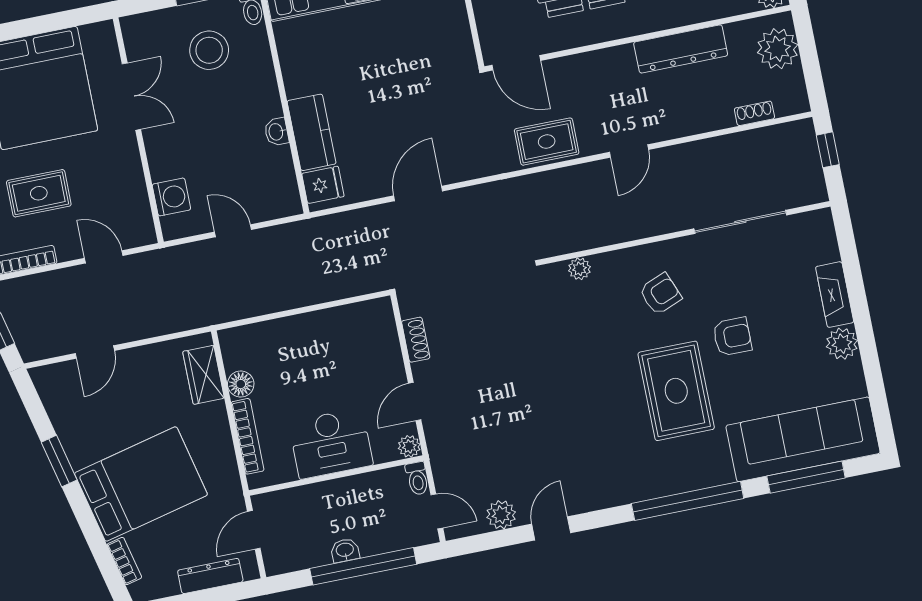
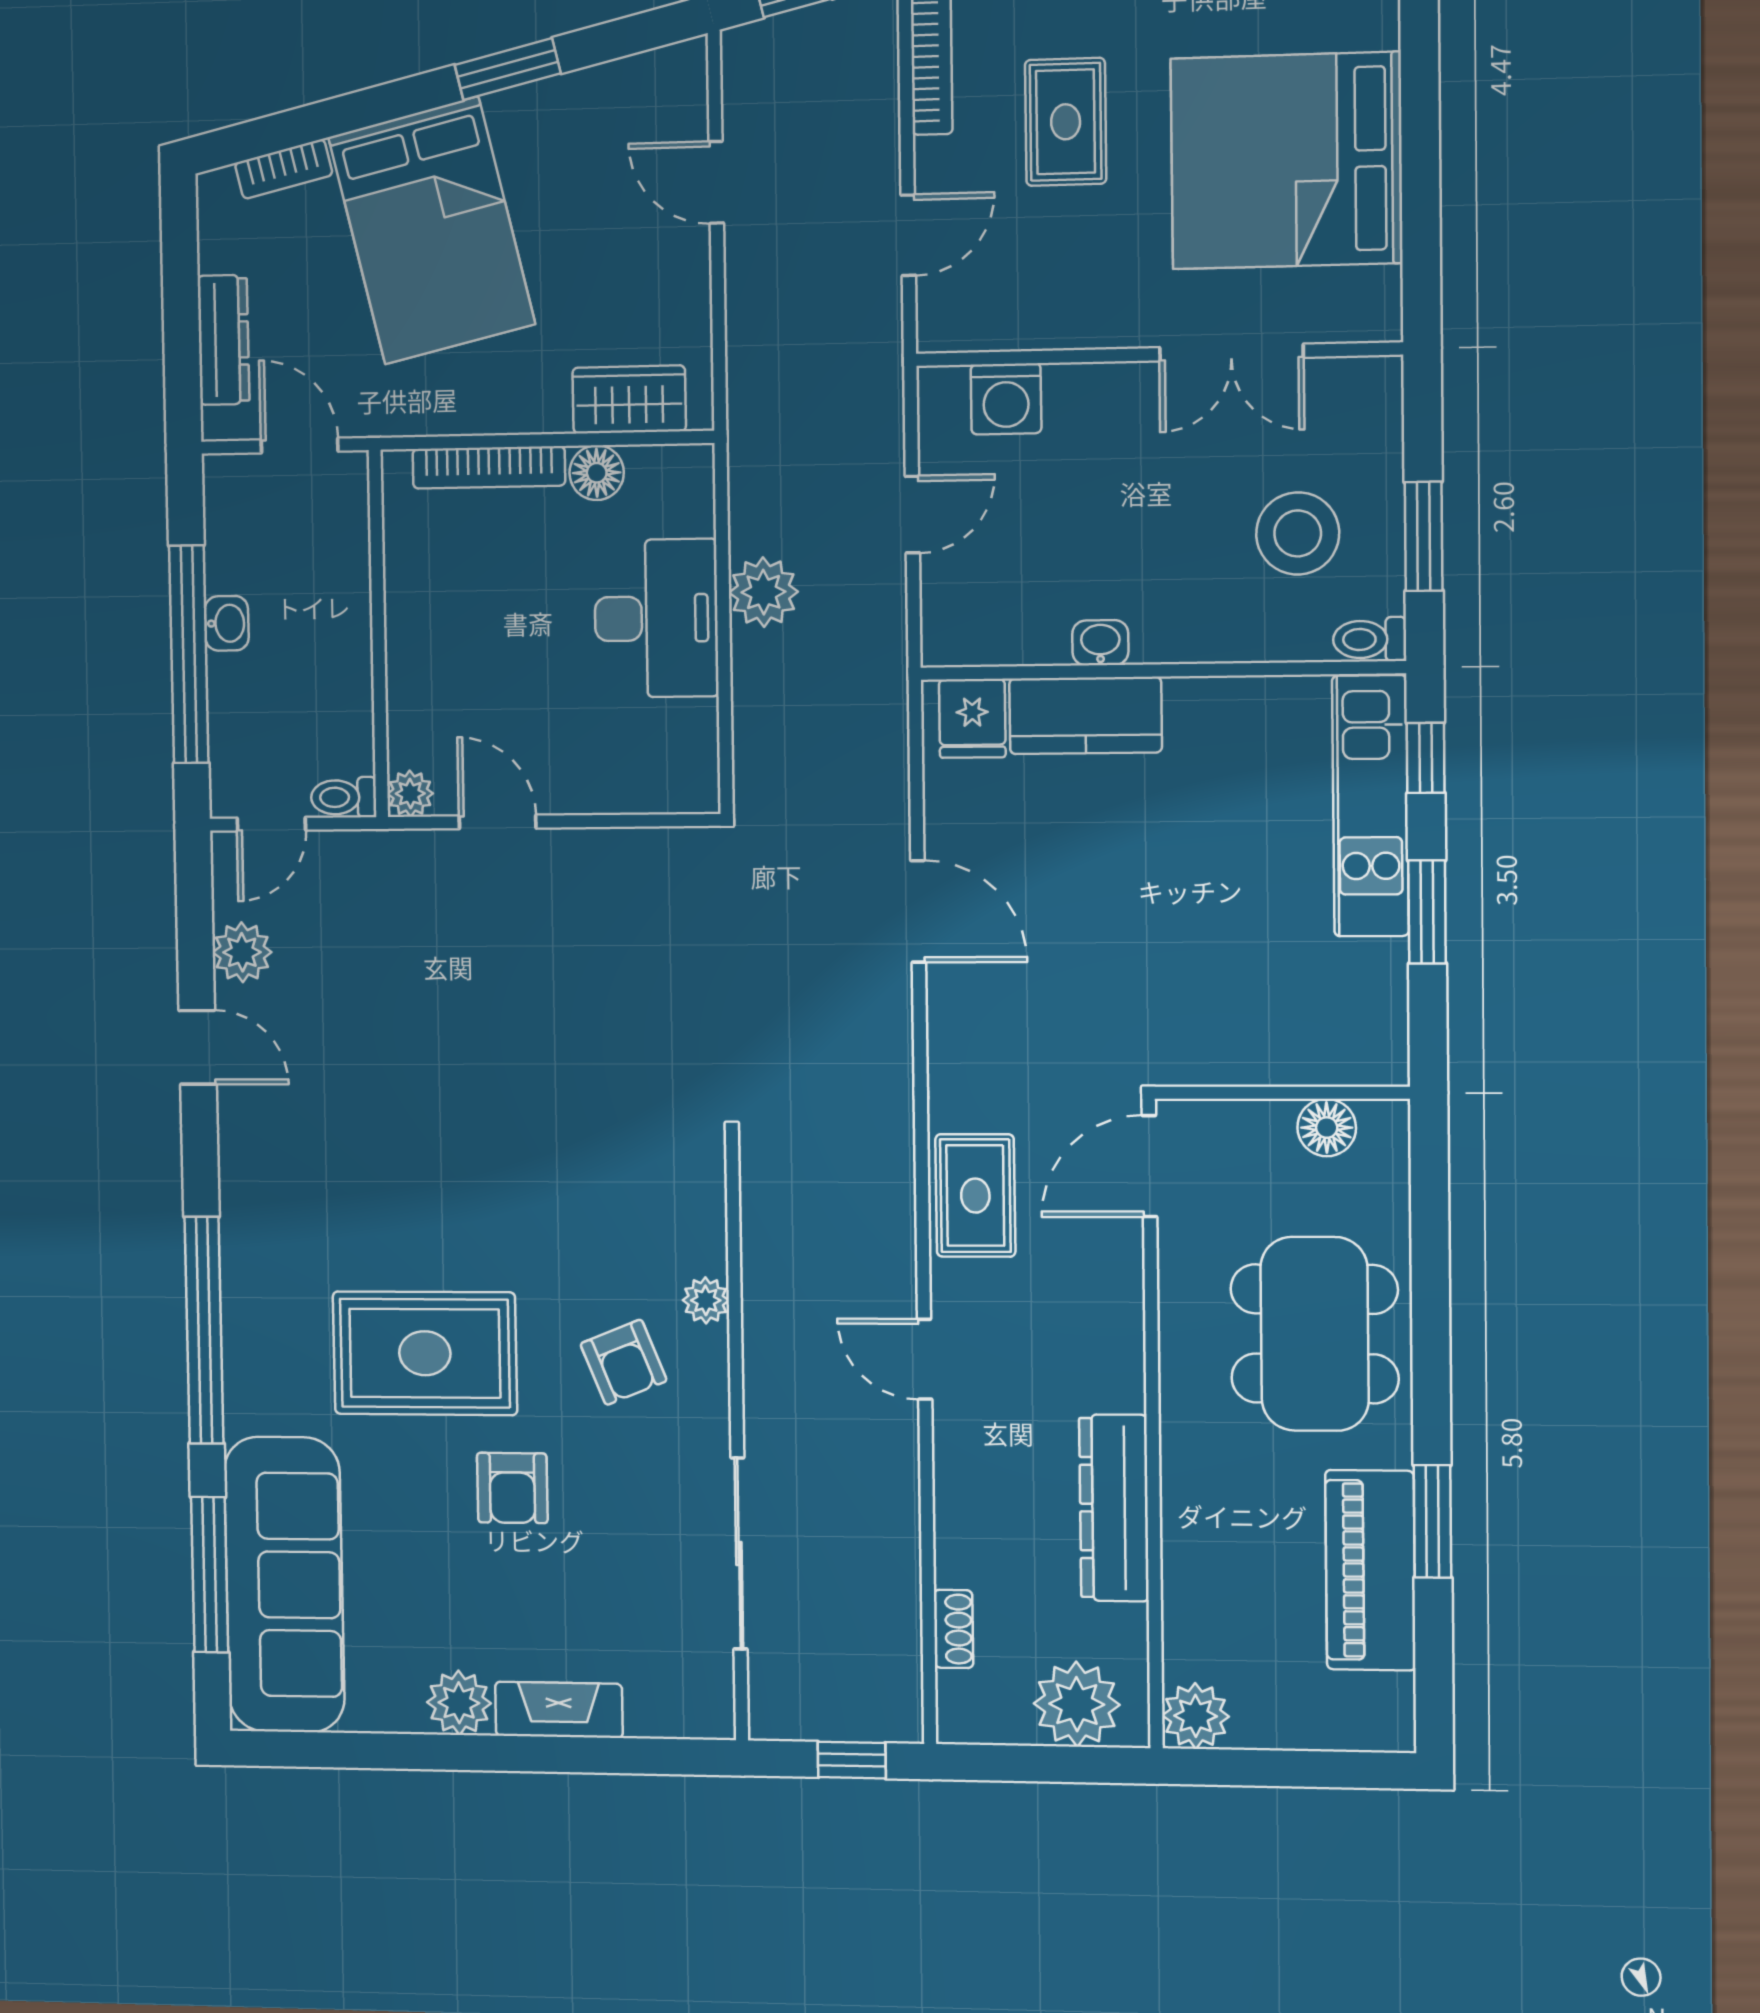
plant: (579, 269) -> (706, 1300), moved
plant: (282, 294) -> (764, 592), added
shoe rack: (416, 340) -> (622, 848), removed
desk: (331, 443) -> (656, 618), moved, turned 180

